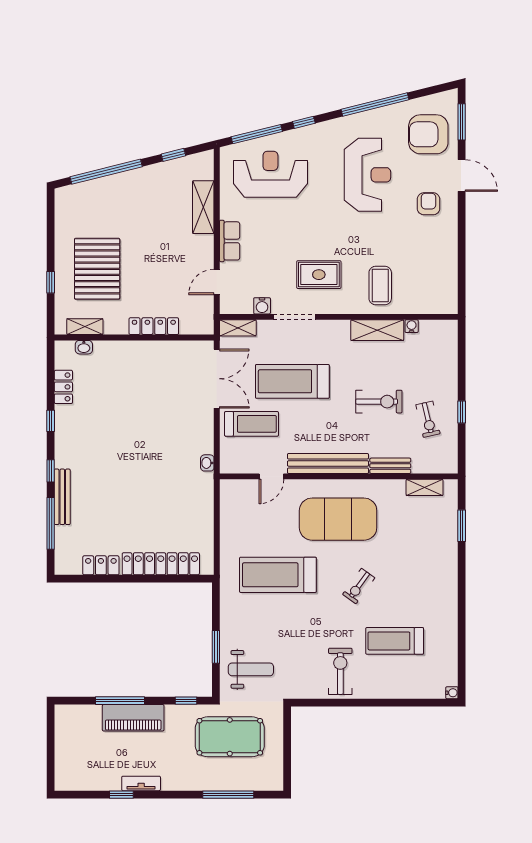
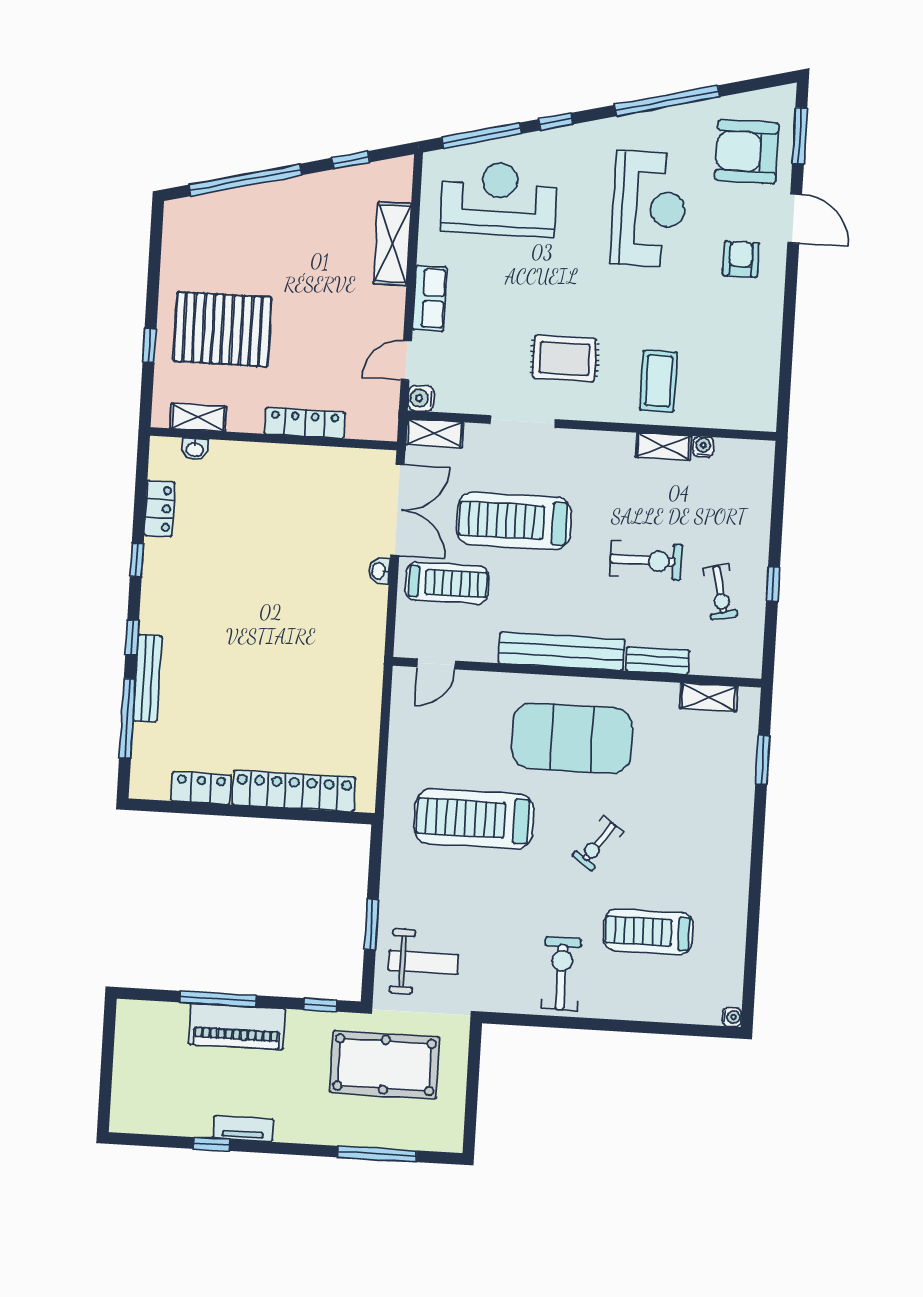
pallet: (97, 269) -> (222, 329), turned 90
water cooler: (262, 306) -> (421, 398), moved, turned 90
shelving: (377, 330) -> (664, 447), width x0.67, depth x0.75
washbasin: (207, 463) -> (379, 571), moved
door: (271, 476) -> (436, 664), moved

